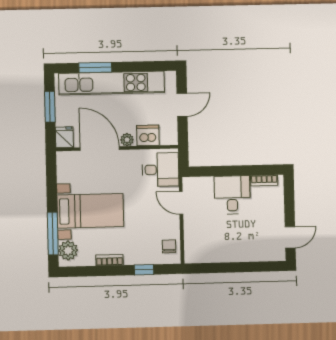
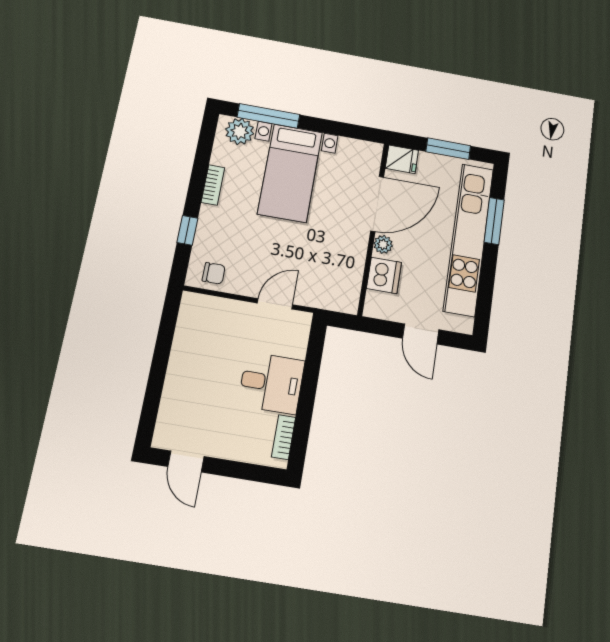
desk: (160, 170) -> (330, 283), removed

